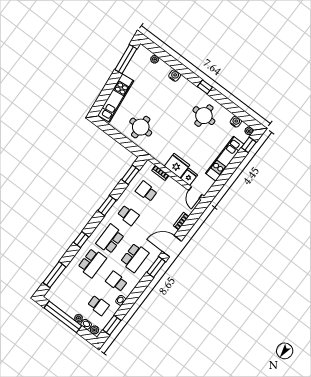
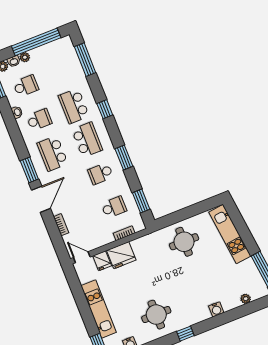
school desk: (98, 305) -> (26, 86), turned 180

